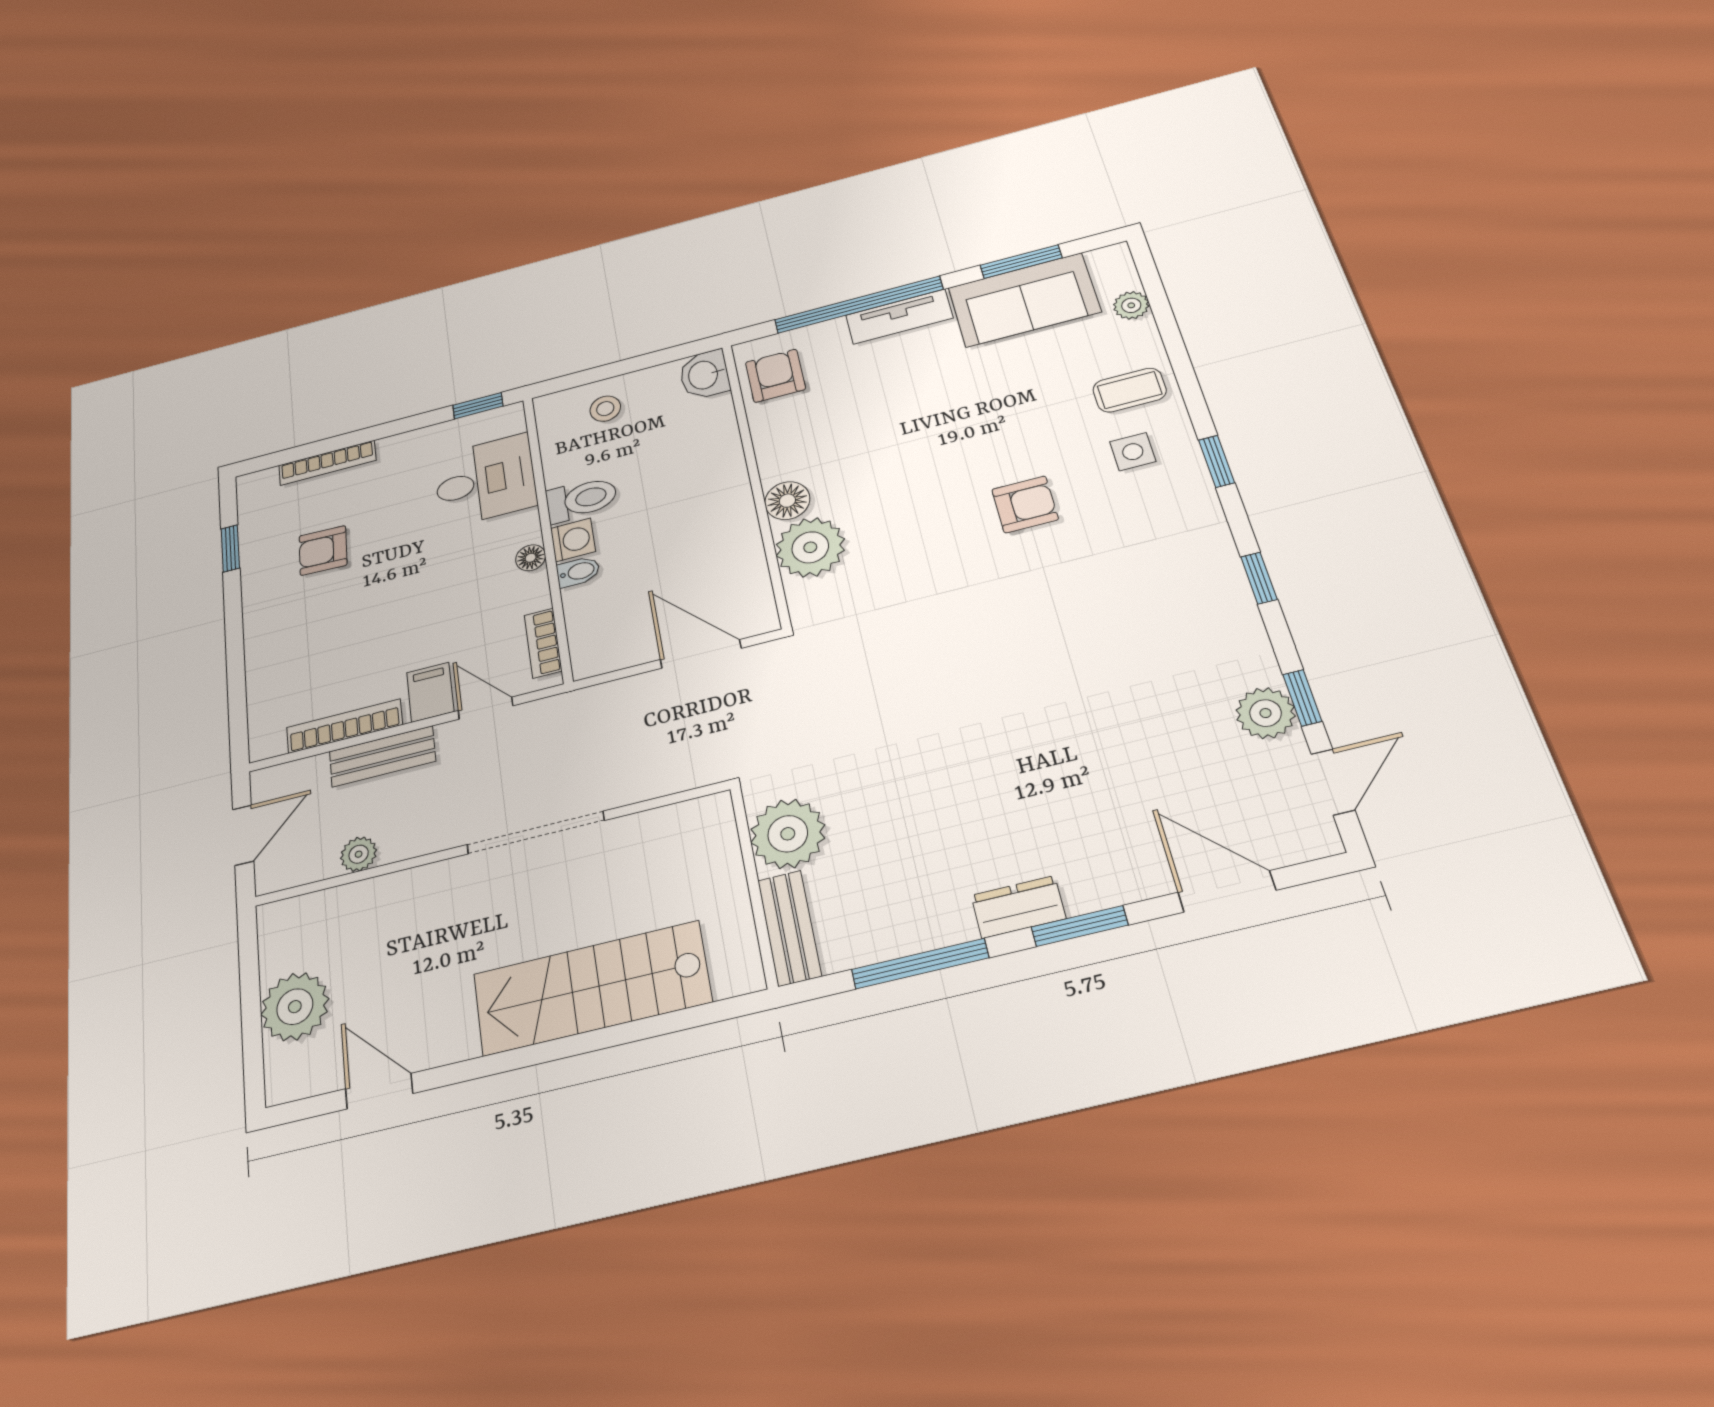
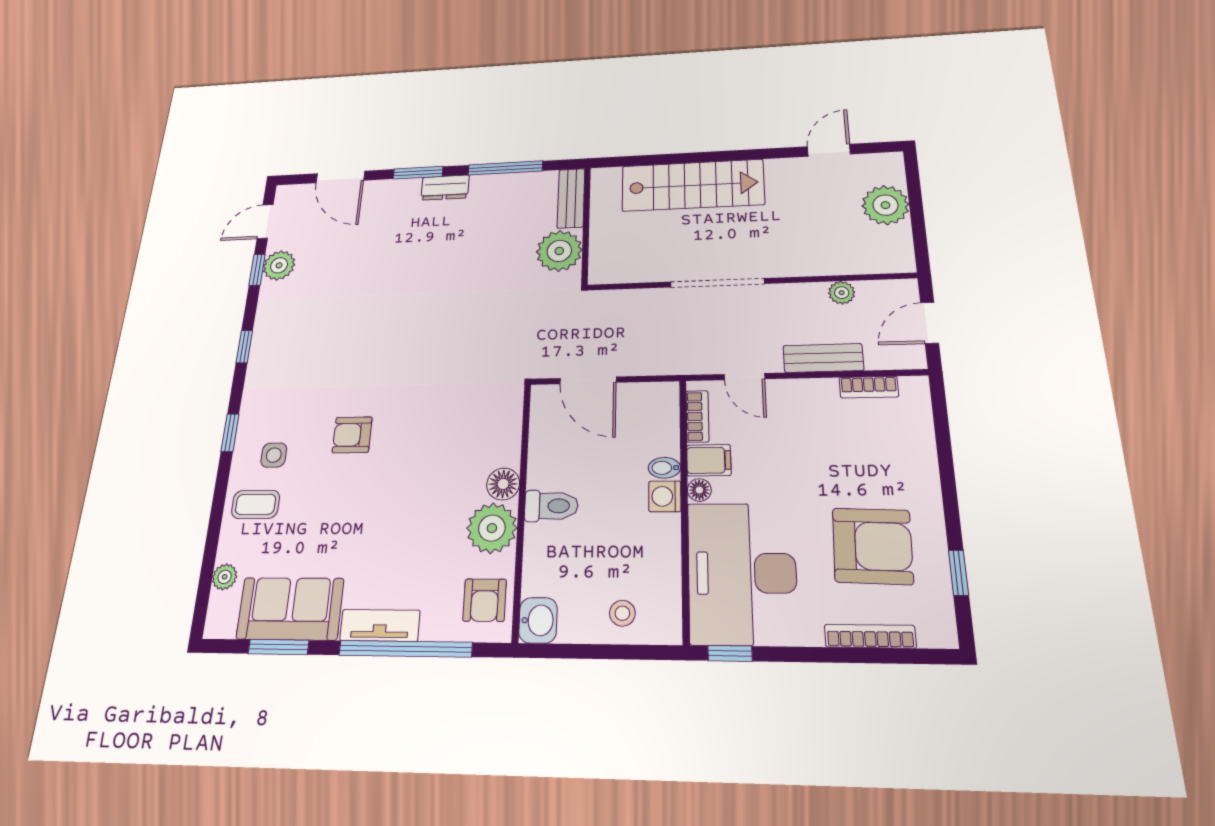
desk: (485, 481) -> (742, 573), width x1.87, depth x1.30
toilet: (581, 499) -> (551, 506), moved, turned 180
plant: (810, 547) -> (492, 528), moved
armchair: (323, 550) -> (872, 546), width x1.88, depth x1.88
filing cabinet: (430, 692) -> (709, 460), moved, turned -90
bookcase: (344, 726) -> (869, 387), width x0.64
door: (379, 1091) -> (829, 150), swing flipped

